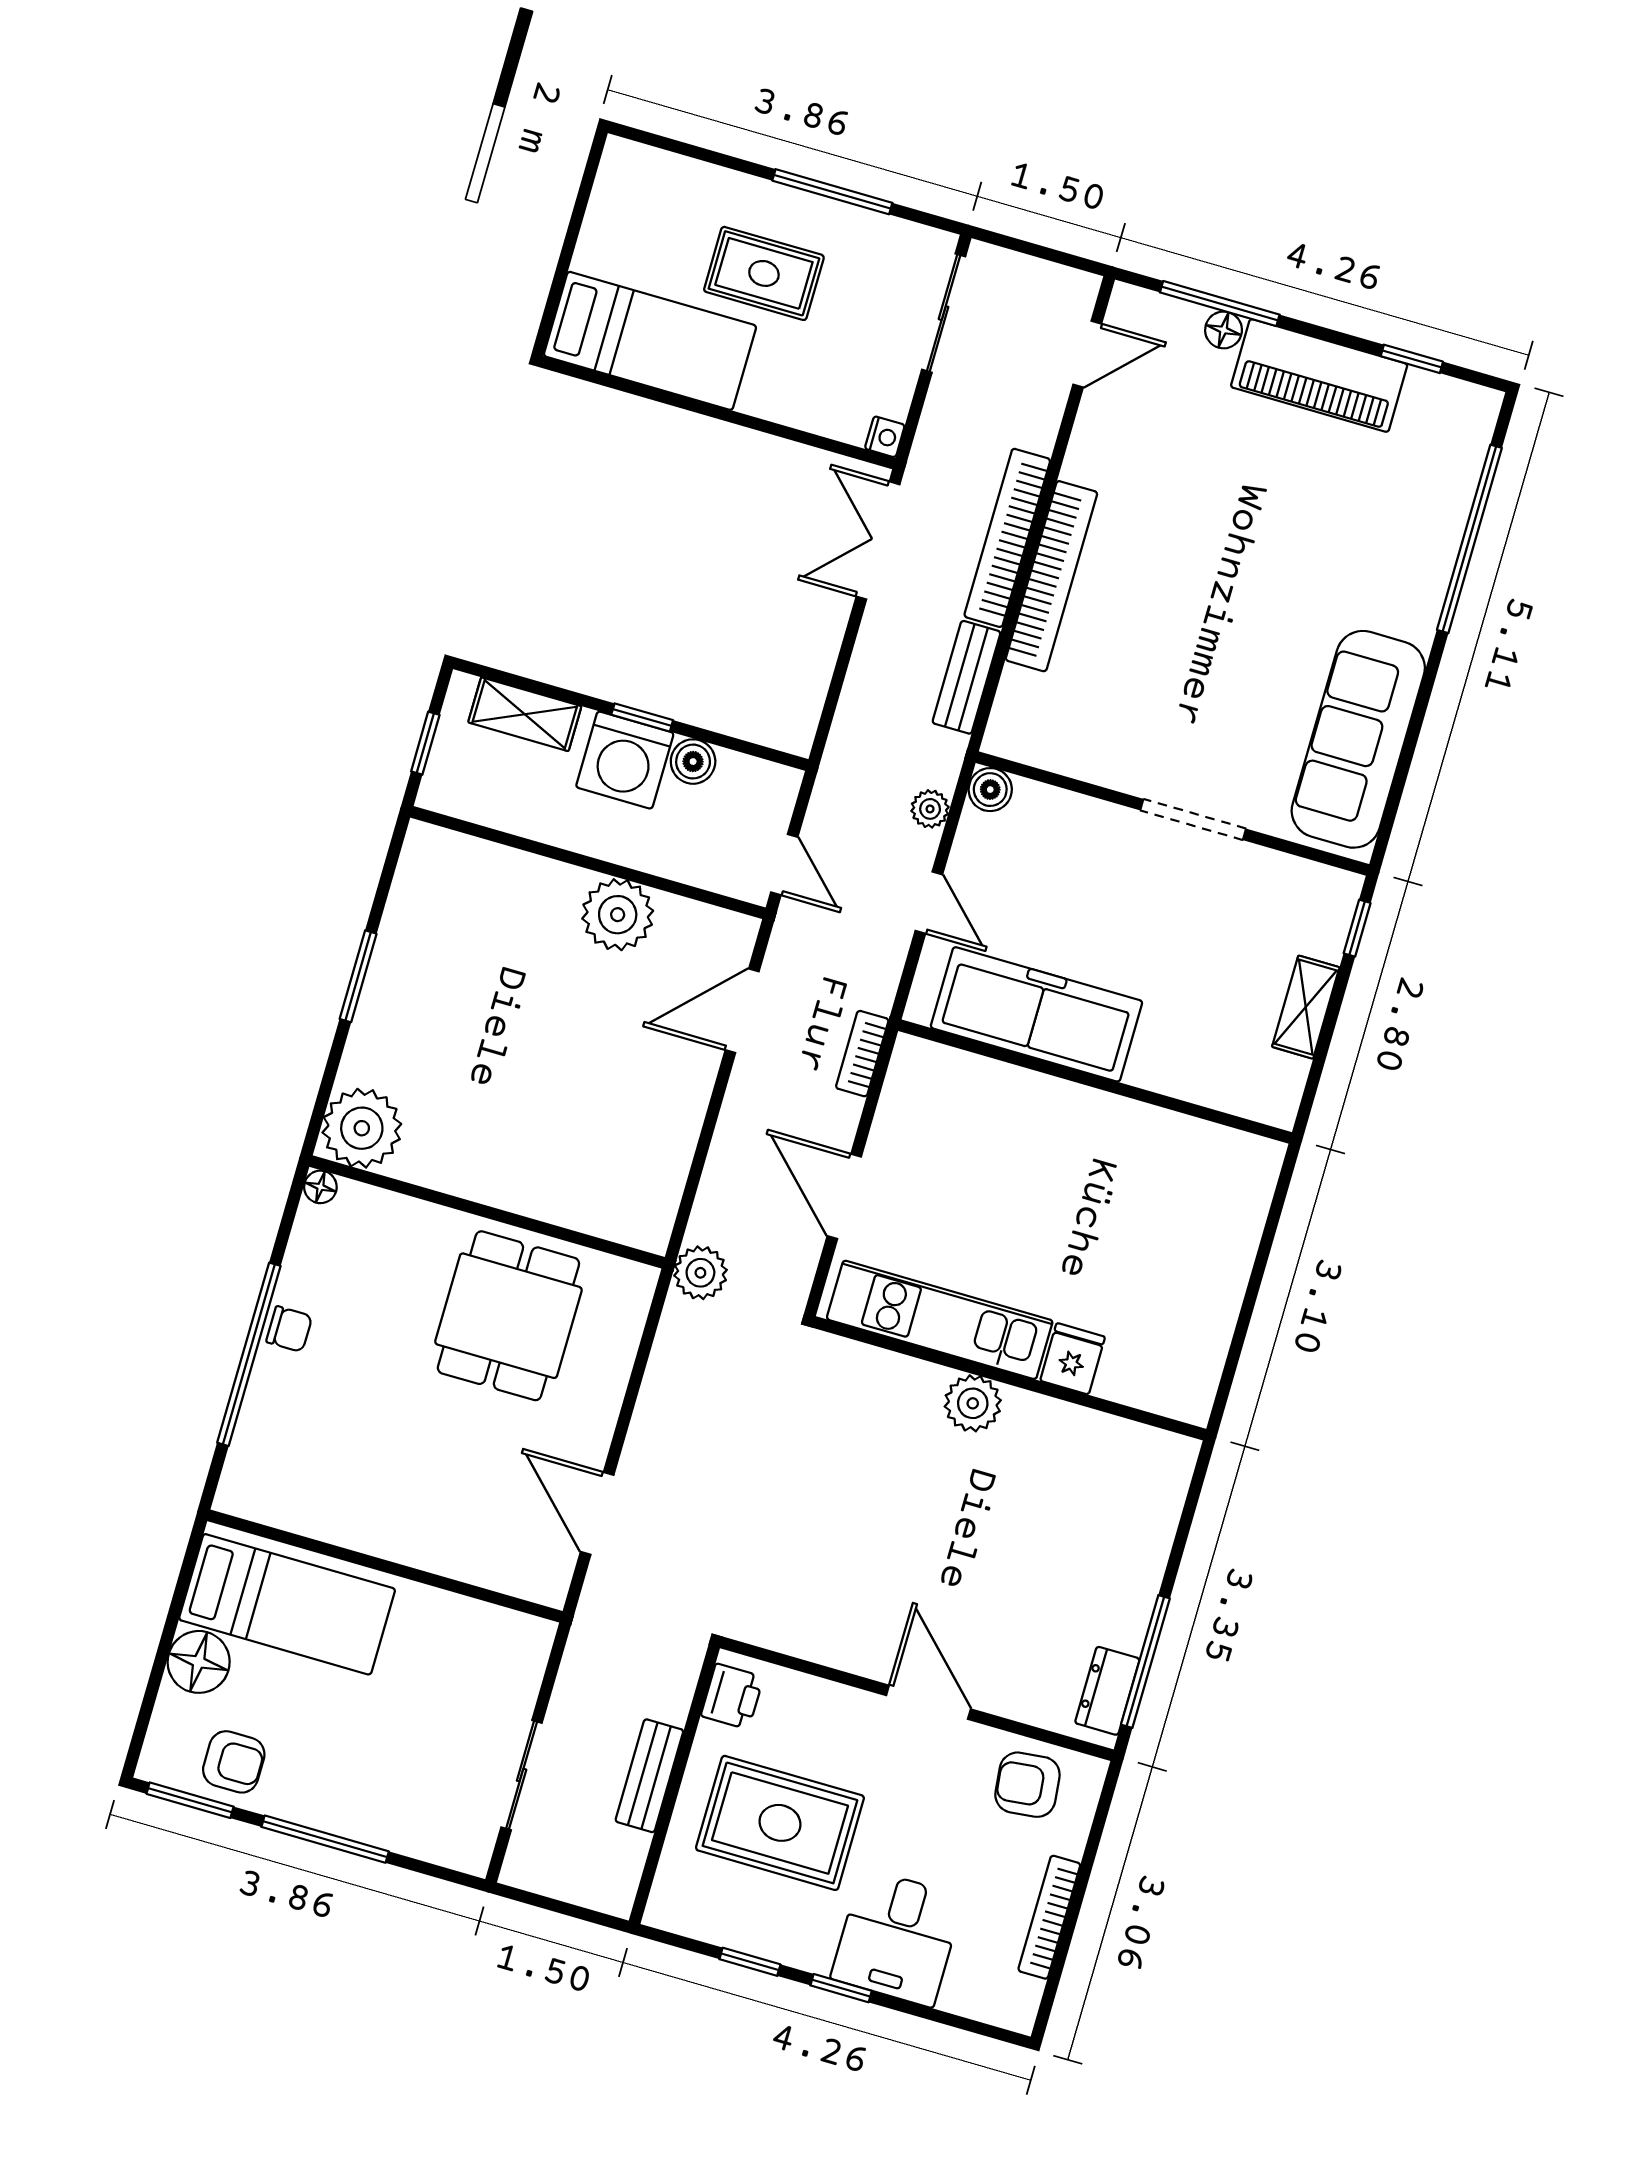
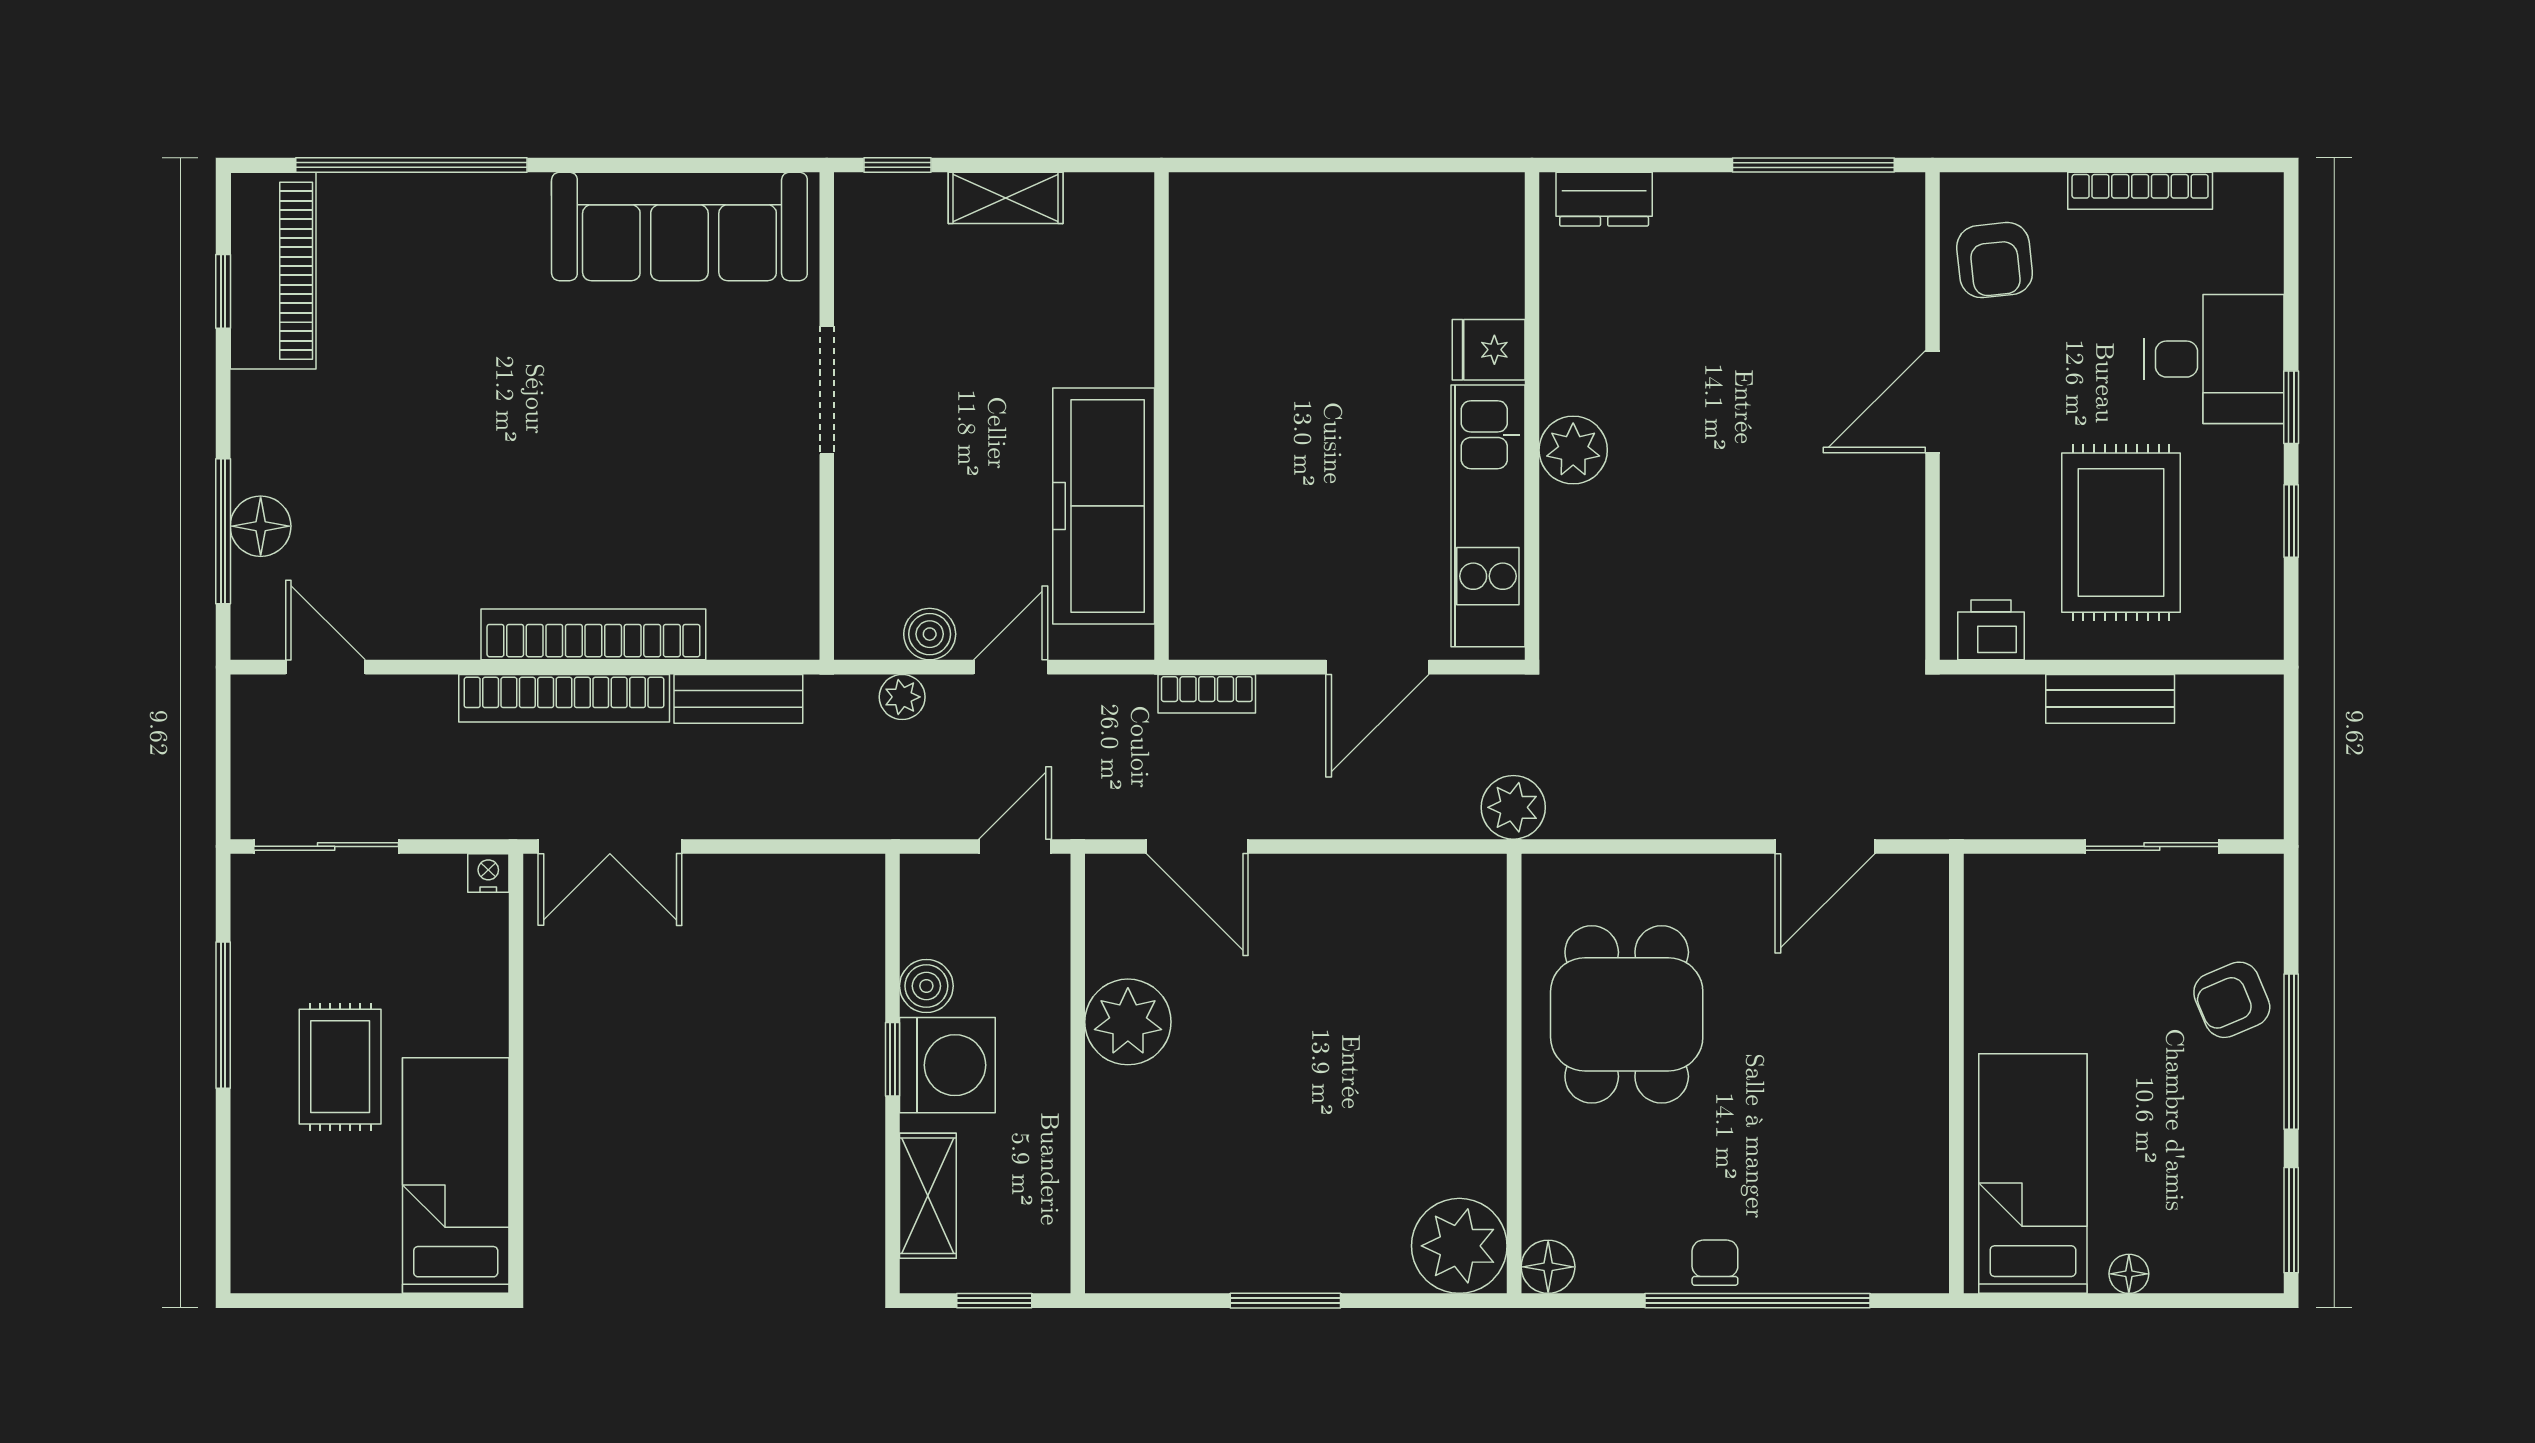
floor lamp: (1224, 330) -> (261, 526), width x1.37, depth x1.37
piano: (1319, 376) -> (273, 271), moved
boiler: (990, 790) -> (930, 634), moved
floor lamp: (320, 1187) -> (1548, 1267), width x1.37, depth x1.37
dining table: (508, 1316) -> (1627, 1014), turned 90
floor lamp: (199, 1662) -> (2129, 1274), width x0.53, depth x0.53
dresser: (1107, 1691) -> (1604, 199), moved
armchair: (234, 1762) -> (2232, 1000), moved, turned -113

